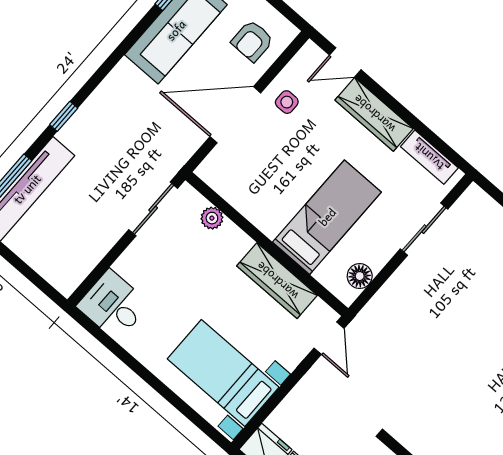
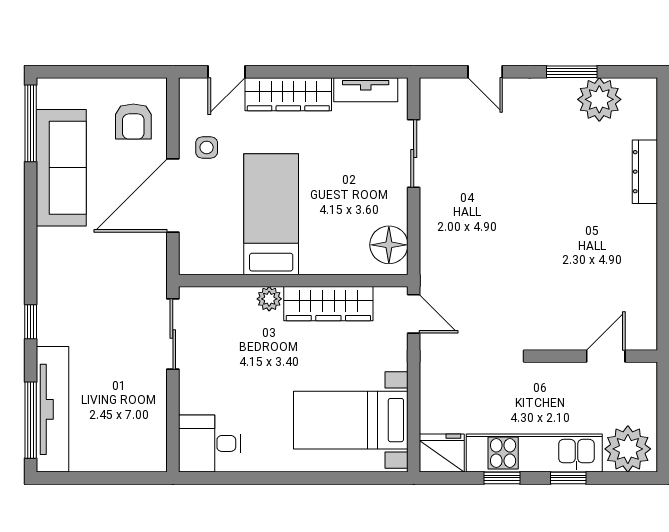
bed: (327, 217) -> (271, 214), moved
plant: (212, 218) -> (269, 299), moved
floor lamp: (360, 276) -> (389, 245), width x1.38, depth x1.38

